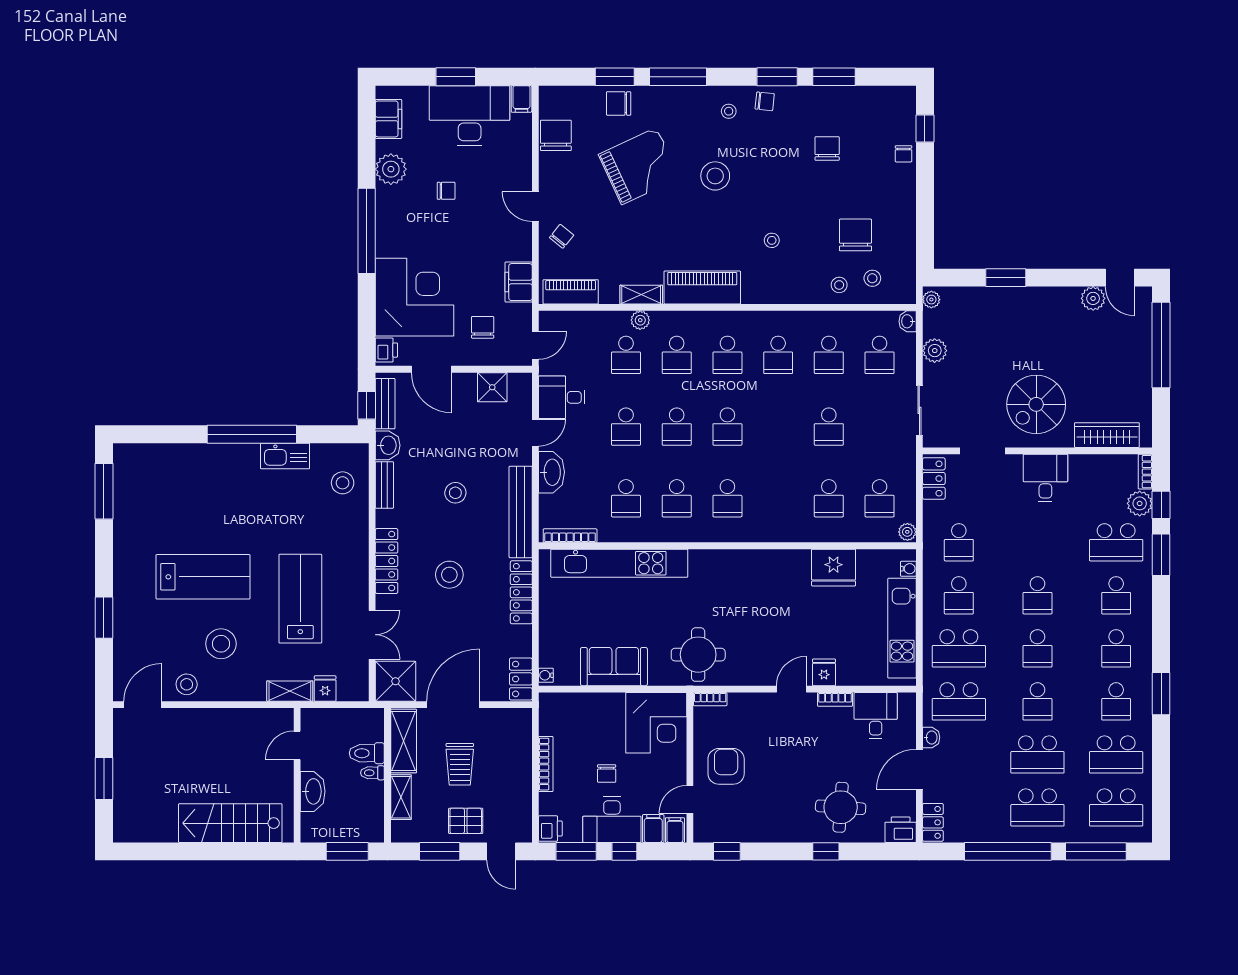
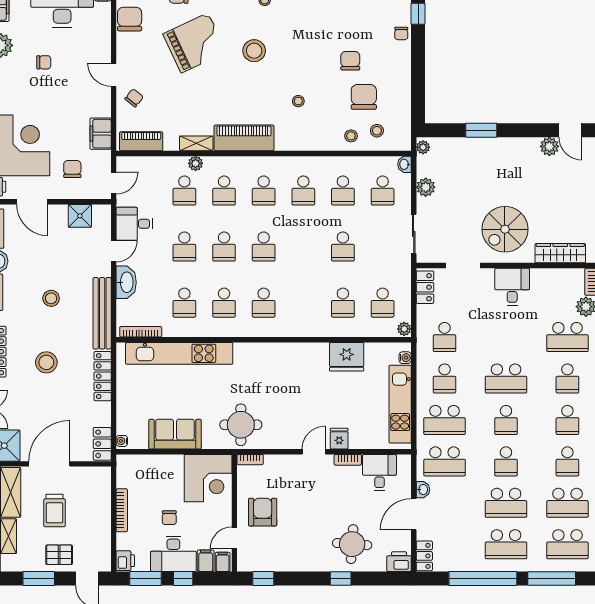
chair: (827, 149) -> (350, 61), moved
school desk: (1037, 595) -> (506, 378), width x1.85

